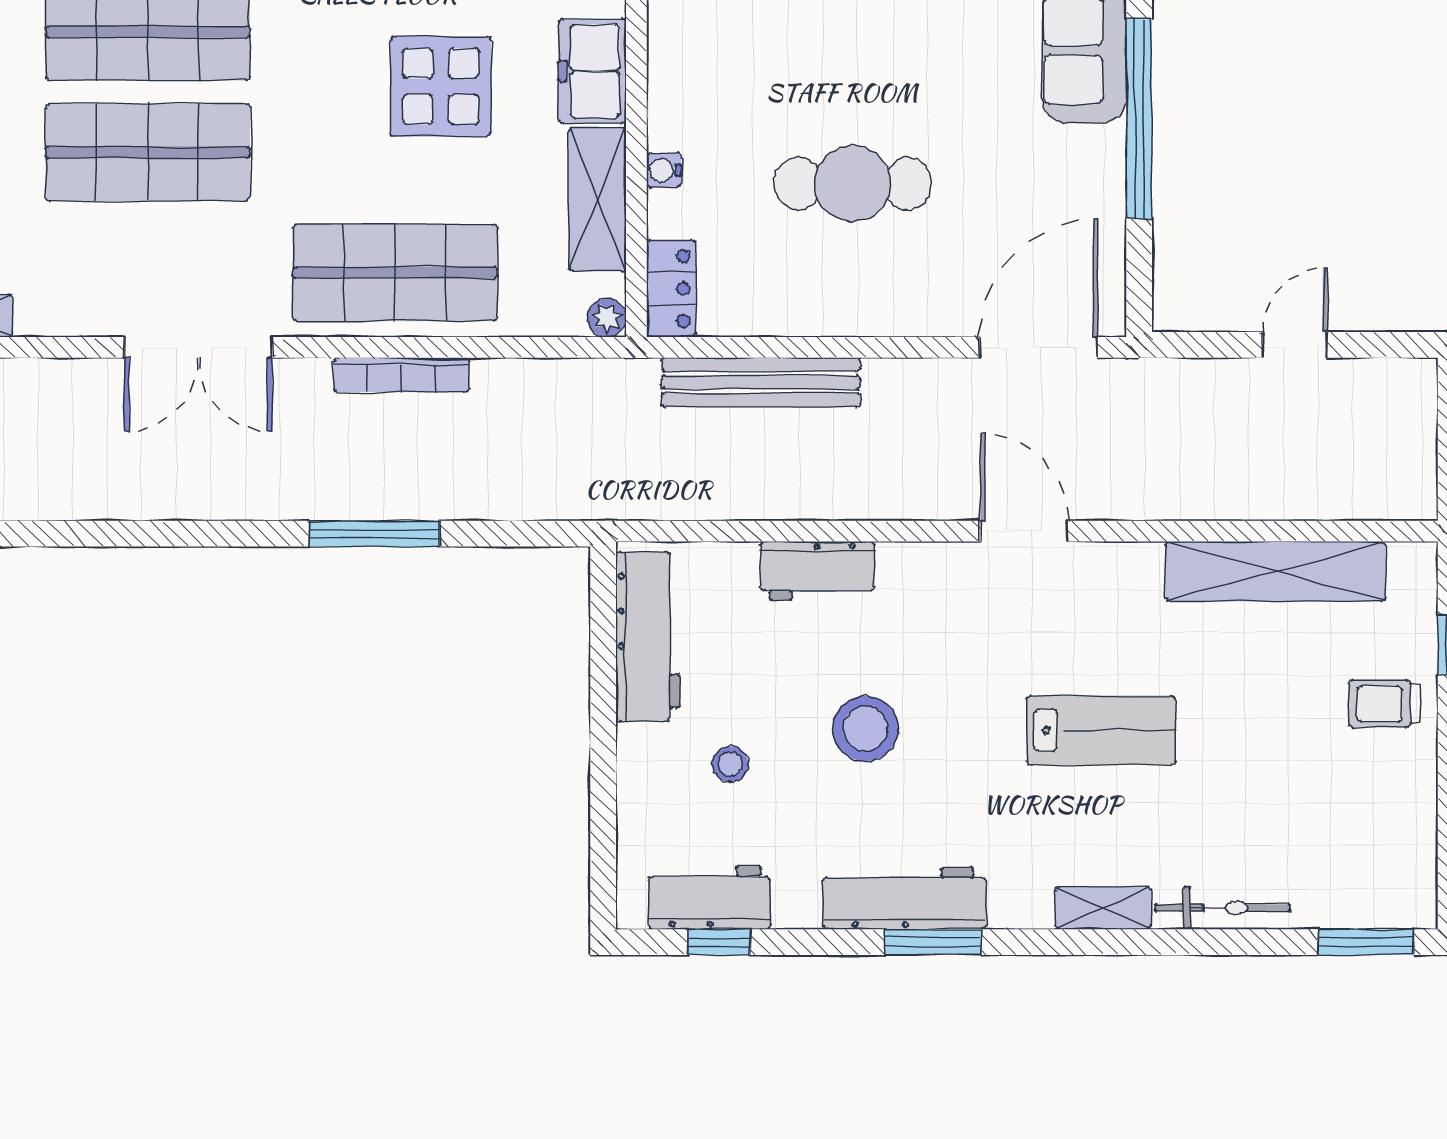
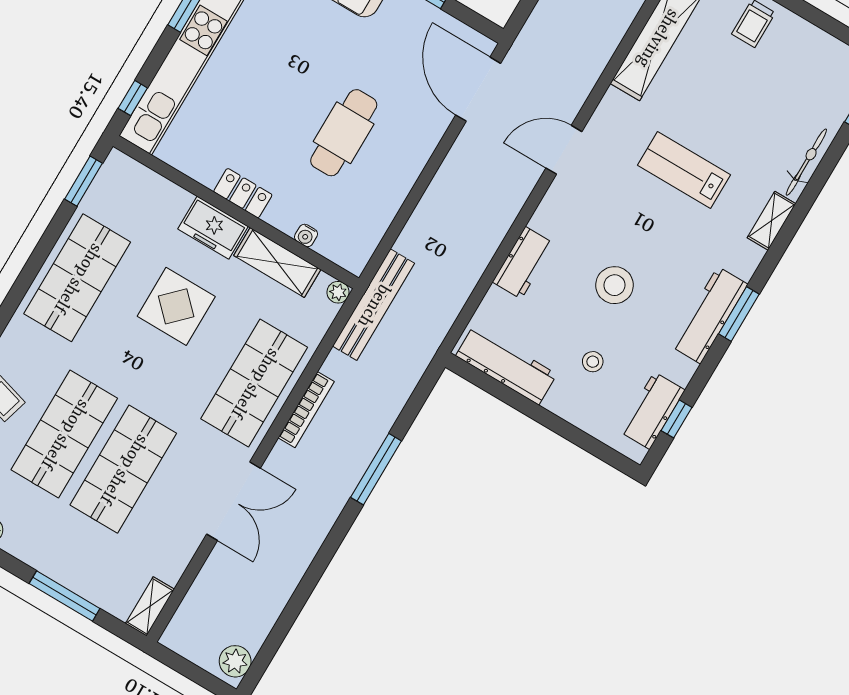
water cooler: (664, 170) -> (306, 235), moved
locker: (671, 289) -> (243, 193), moved
bench: (761, 382) -> (373, 305), moved
lab bench: (1101, 730) -> (684, 170), turned -90

